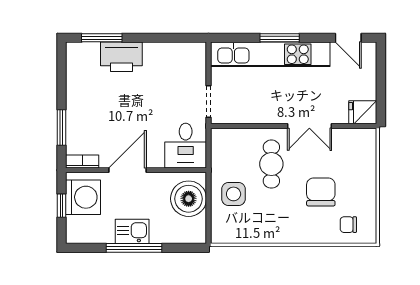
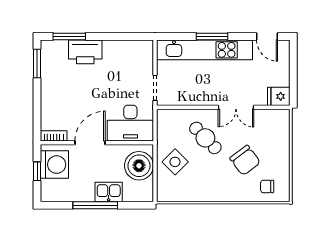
window: (61, 127) -> (37, 63), moved
desk: (186, 146) -> (130, 123), width x1.37
cafe table: (271, 164) -> (205, 138), turned -44
chair: (321, 192) -> (245, 160), turned 143
side table: (234, 194) -> (175, 162), turned 45
kitchen sink: (132, 231) -> (109, 192), moved

